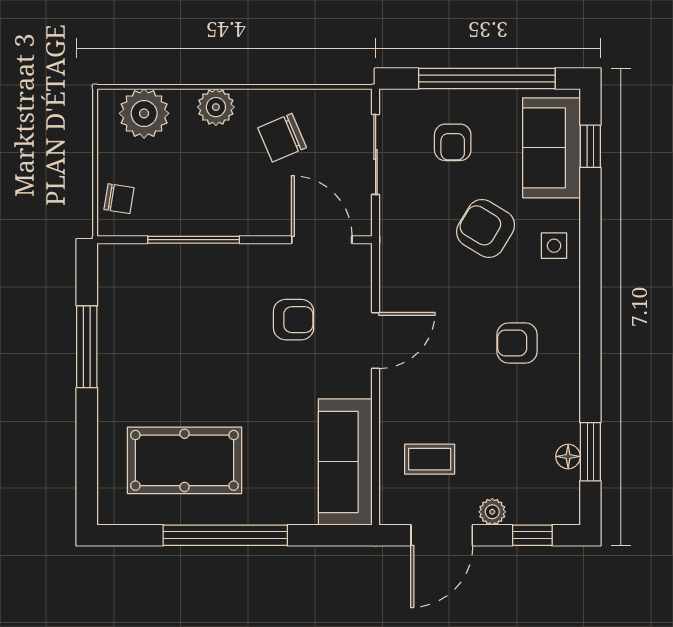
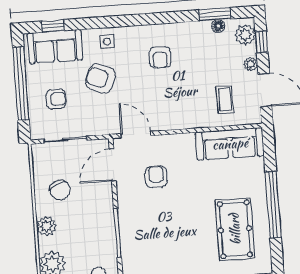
armchair: (486, 228) -> (100, 78), turned 81
door: (376, 340) -> (136, 135), moved
plant: (548, 506) -> (245, 35), added

